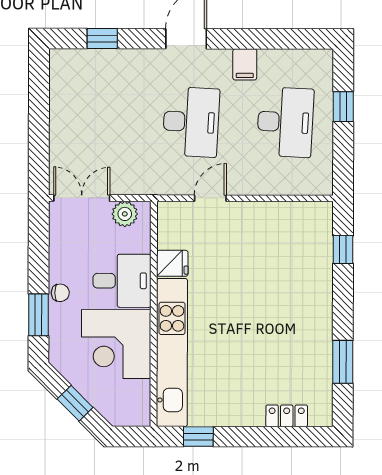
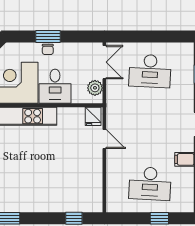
desk: (191, 122) -> (150, 71), moved
fridge: (172, 263) -> (93, 116), moved
window: (38, 315) -> (48, 36), moved

